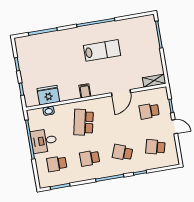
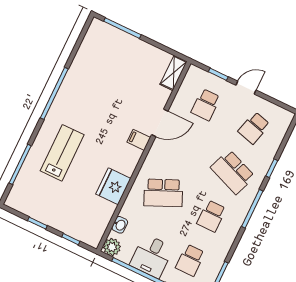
lab bench: (102, 50) -> (62, 153), moved
filing cabinet: (85, 91) -> (139, 140), moved
door: (121, 93) -> (160, 123), hinge flipped
fridge: (48, 95) -> (113, 186), moved
plant: (33, 115) -> (112, 247), added
school desk: (83, 122) -> (163, 193), turned -36
school desk: (122, 153) -> (233, 172), width x1.85

